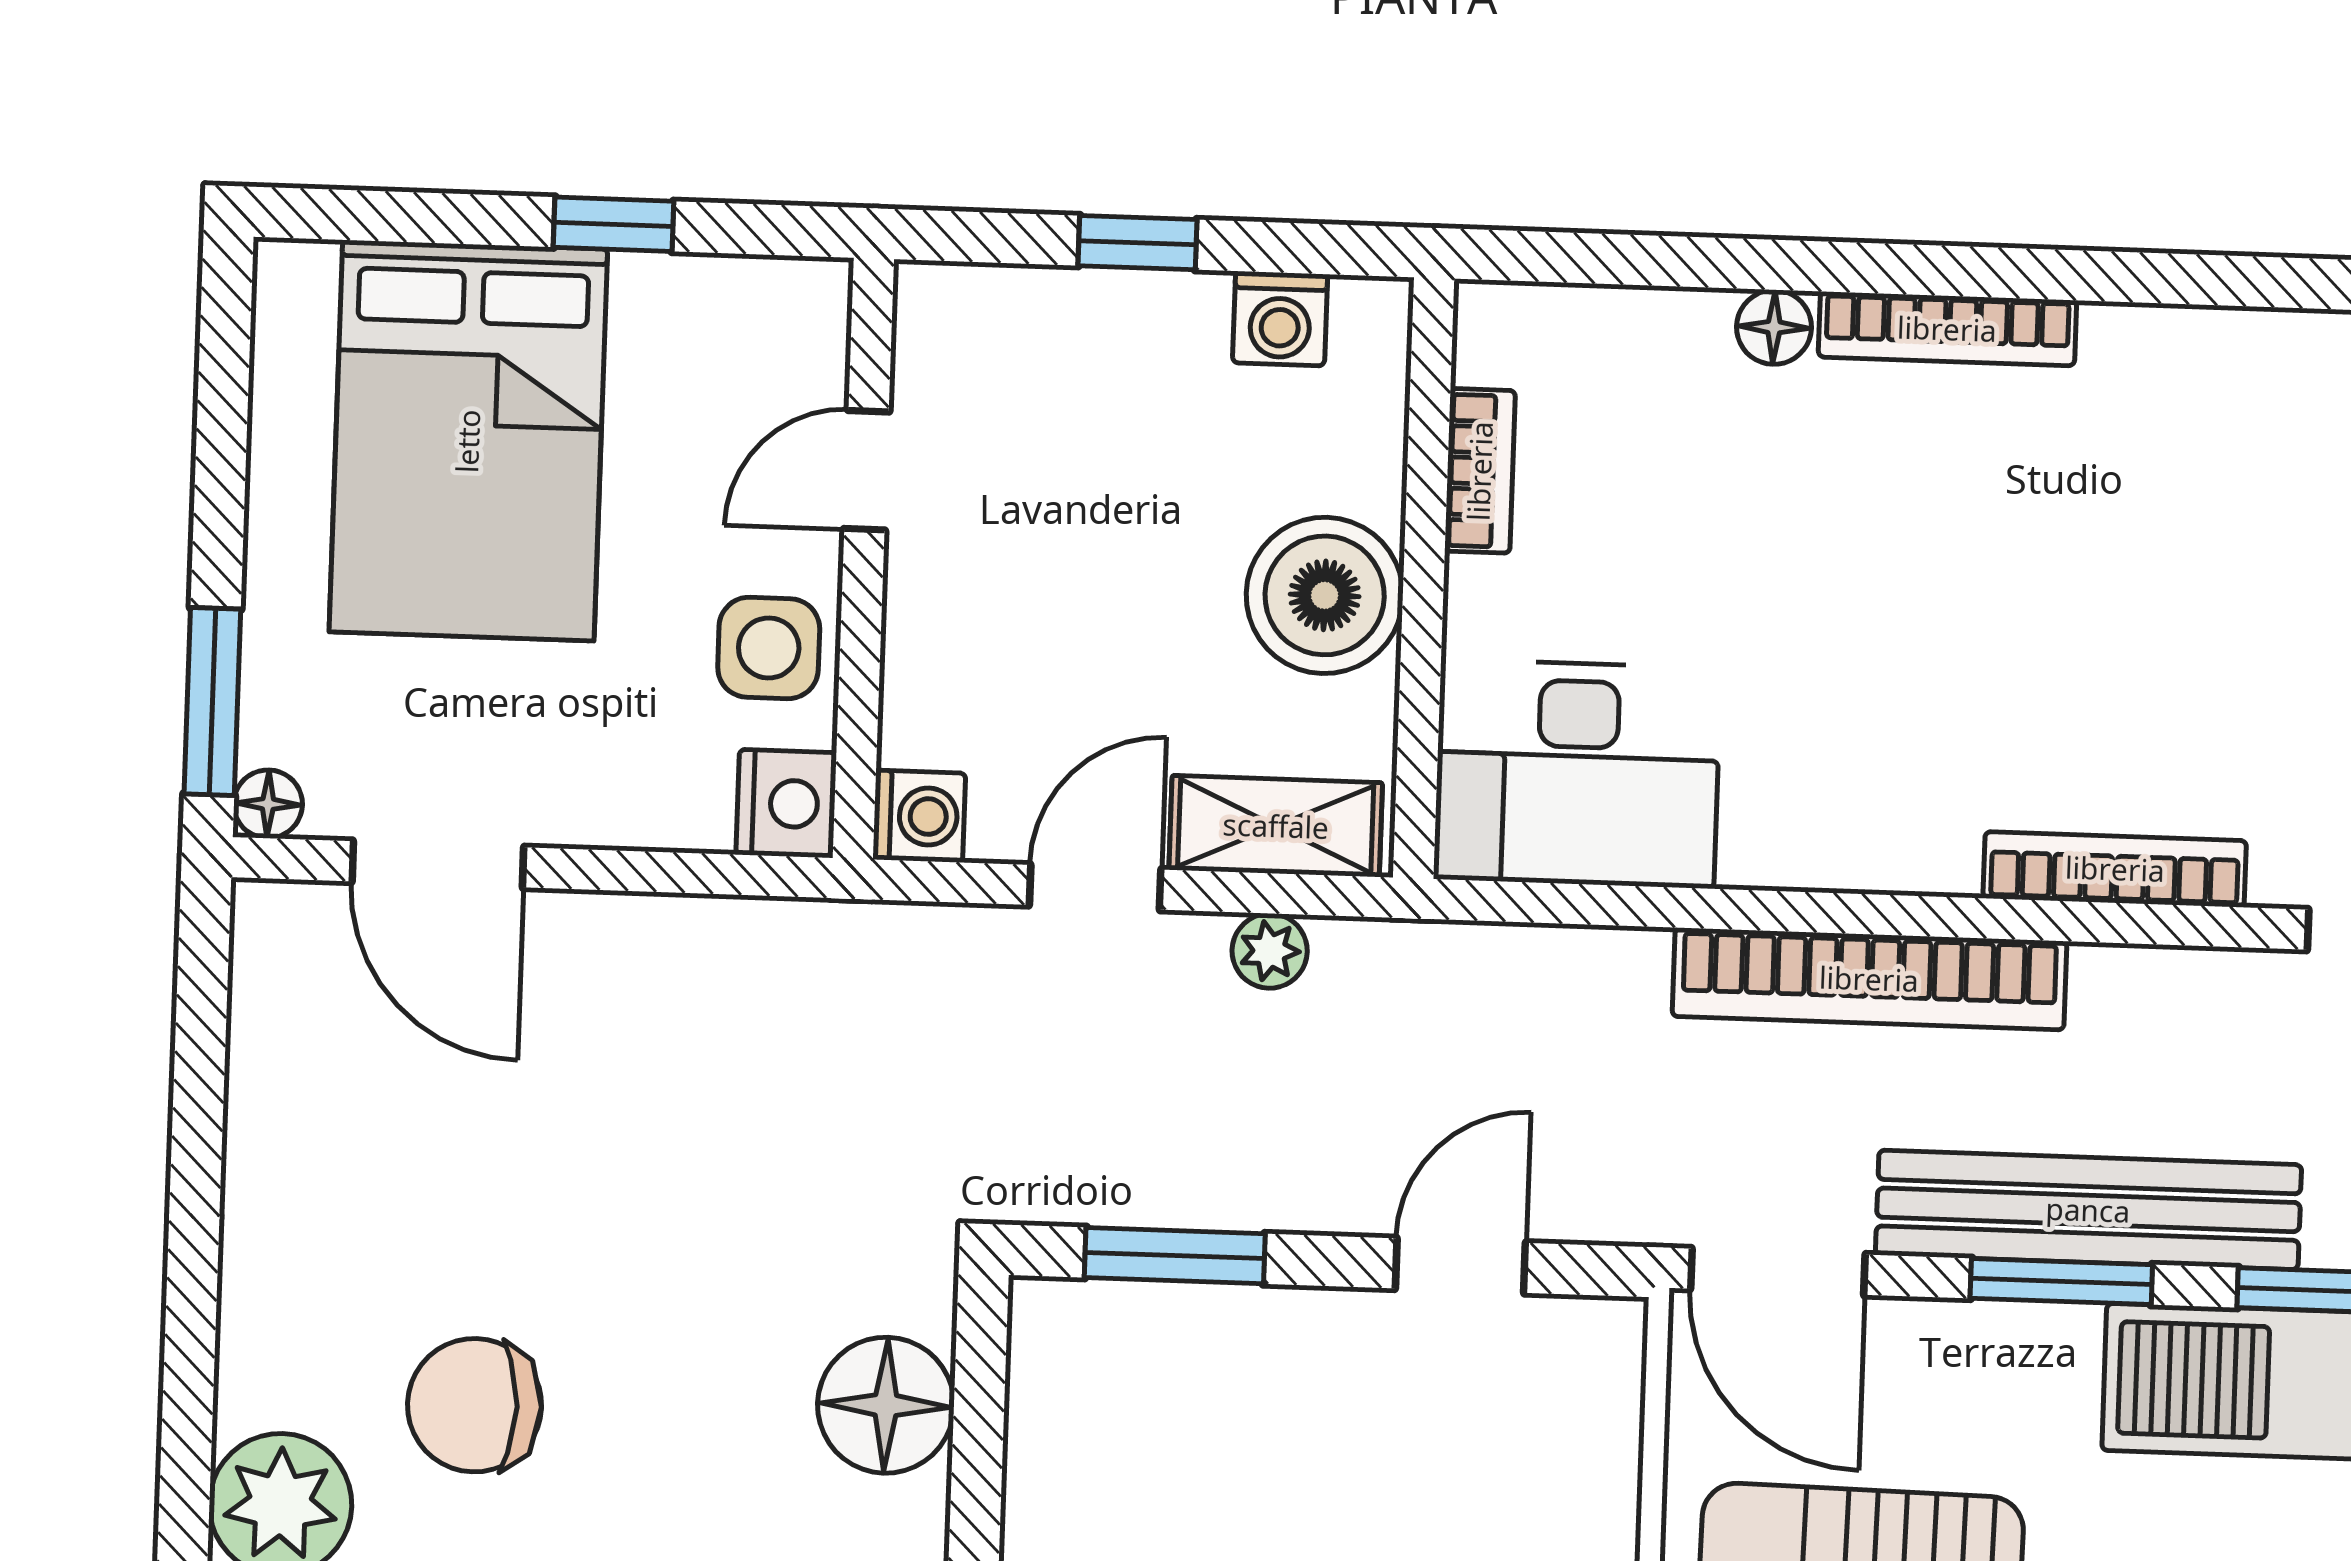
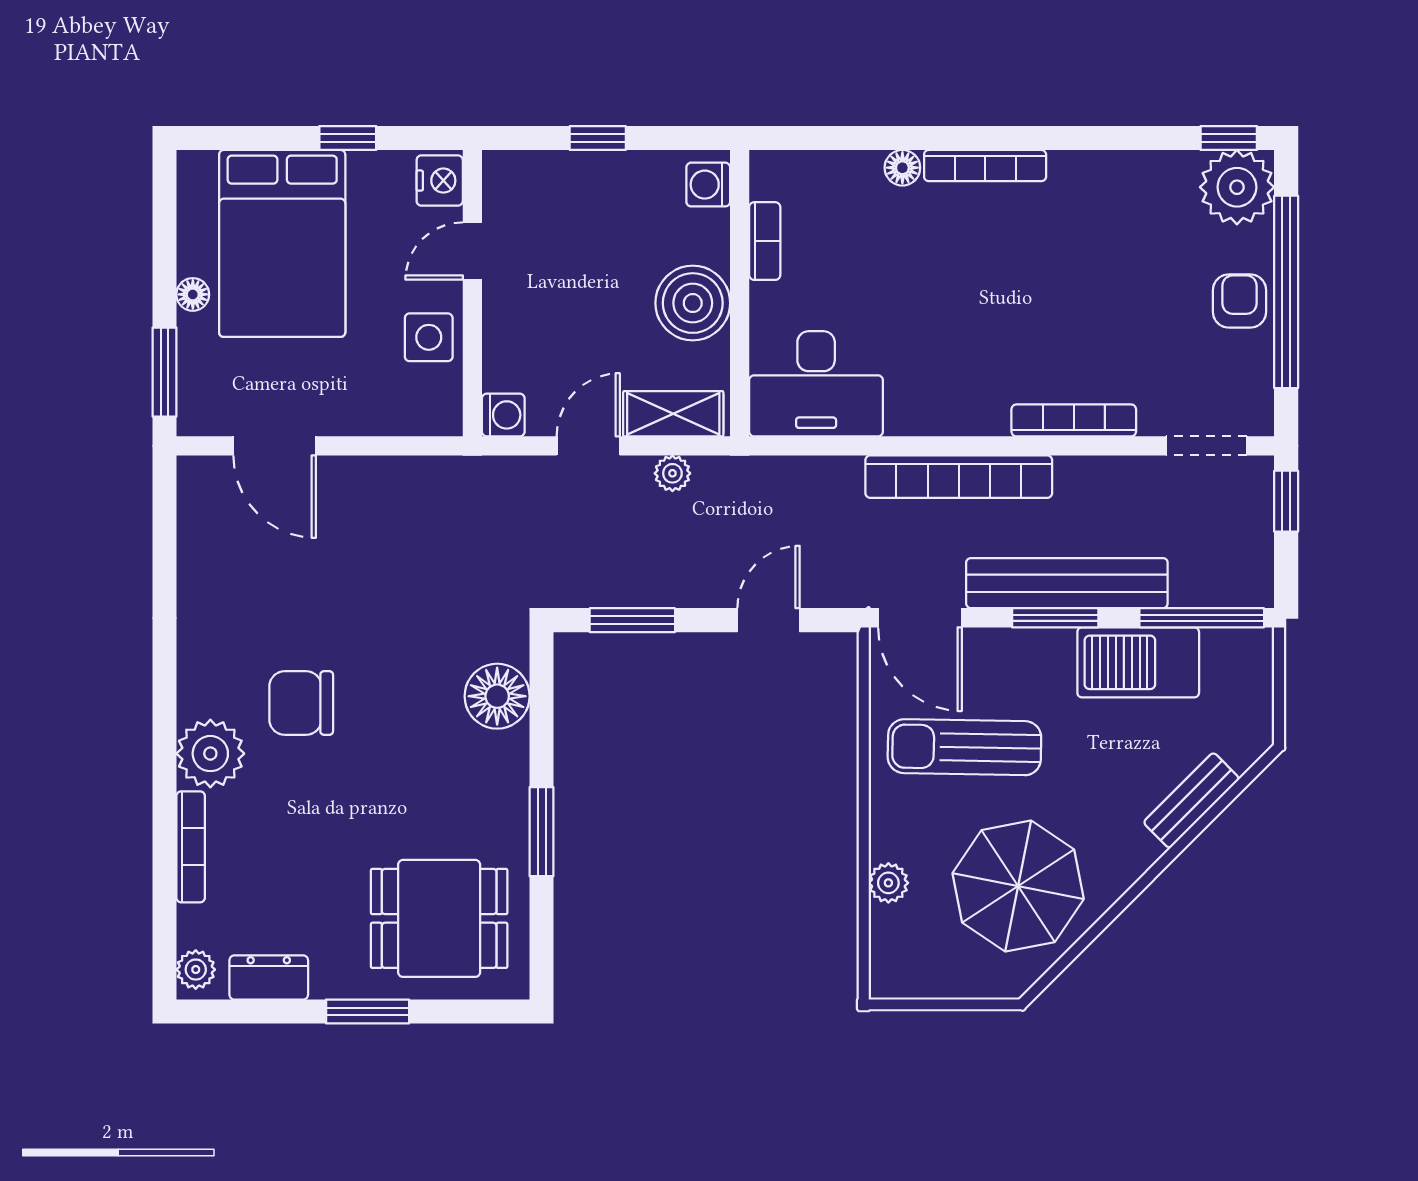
washing machine: (1280, 319) -> (708, 185), moved, turned 90
floor lamp: (268, 804) -> (193, 294), moved
nightstand: (786, 804) -> (440, 181), moved

